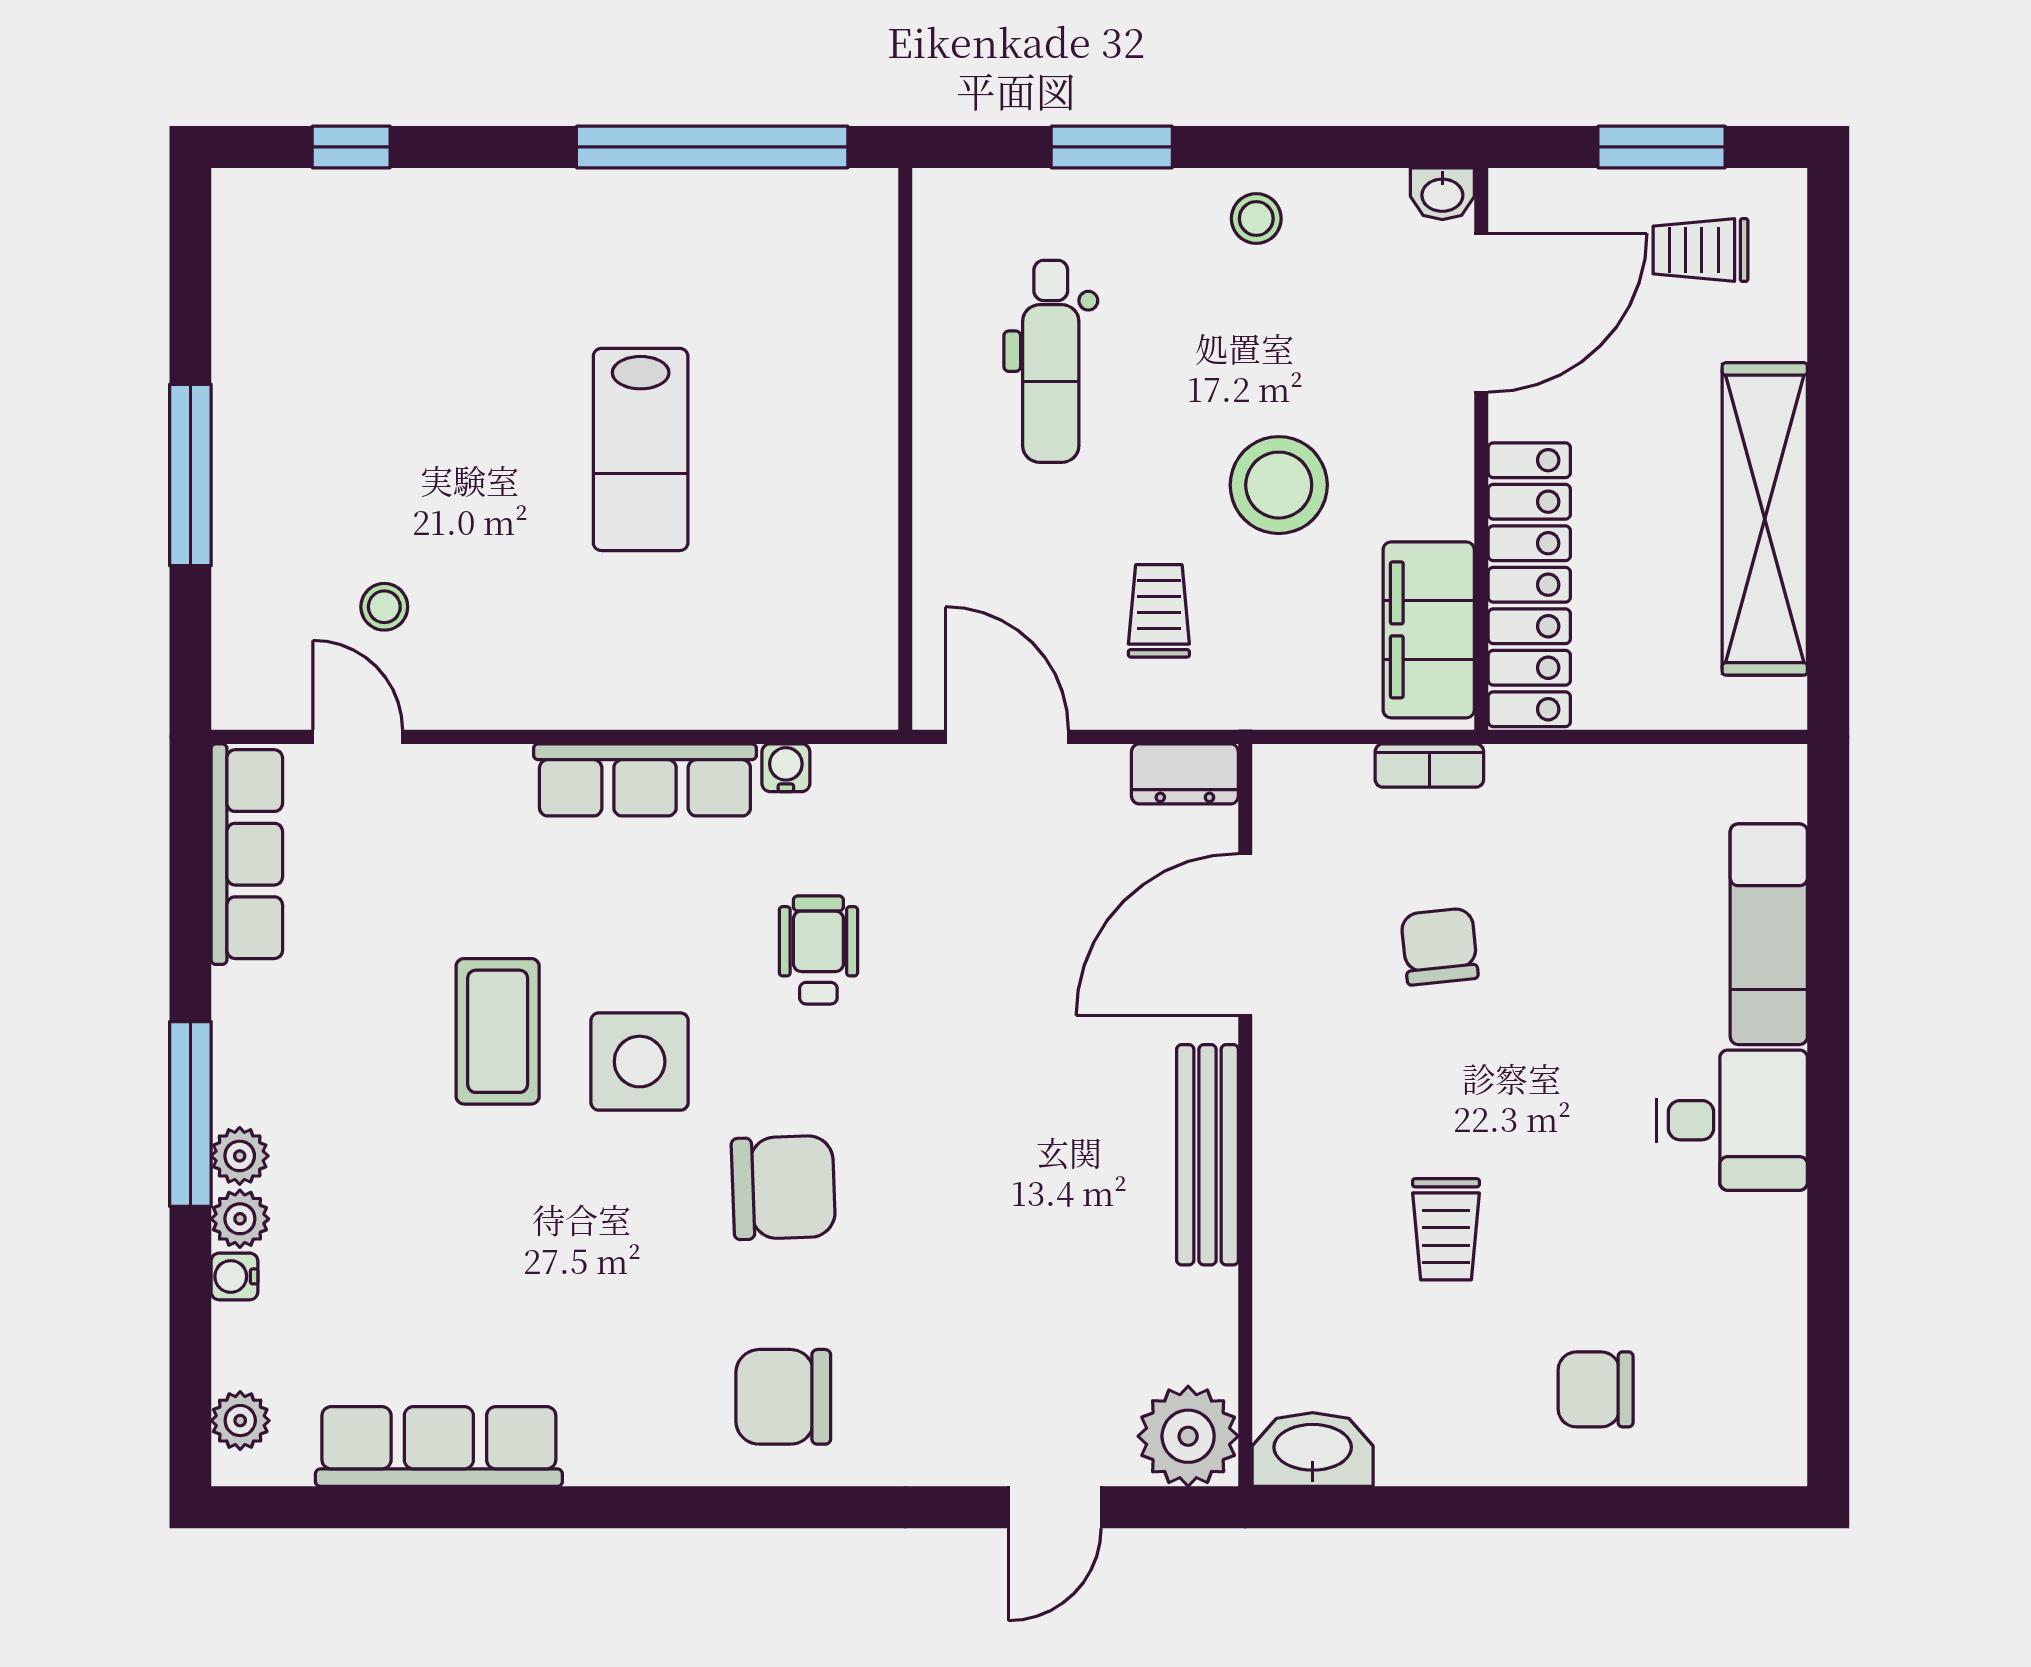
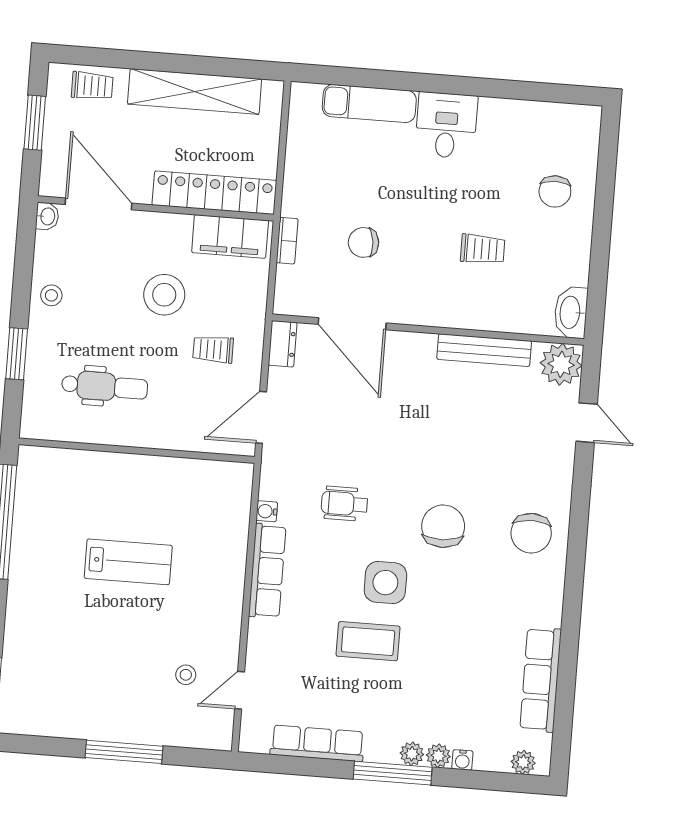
trolley: (1700, 250) -> (92, 86), moved, turned -90
row of seats: (247, 854) -> (317, 743), moved
bench: (1207, 1155) -> (484, 350), moved

